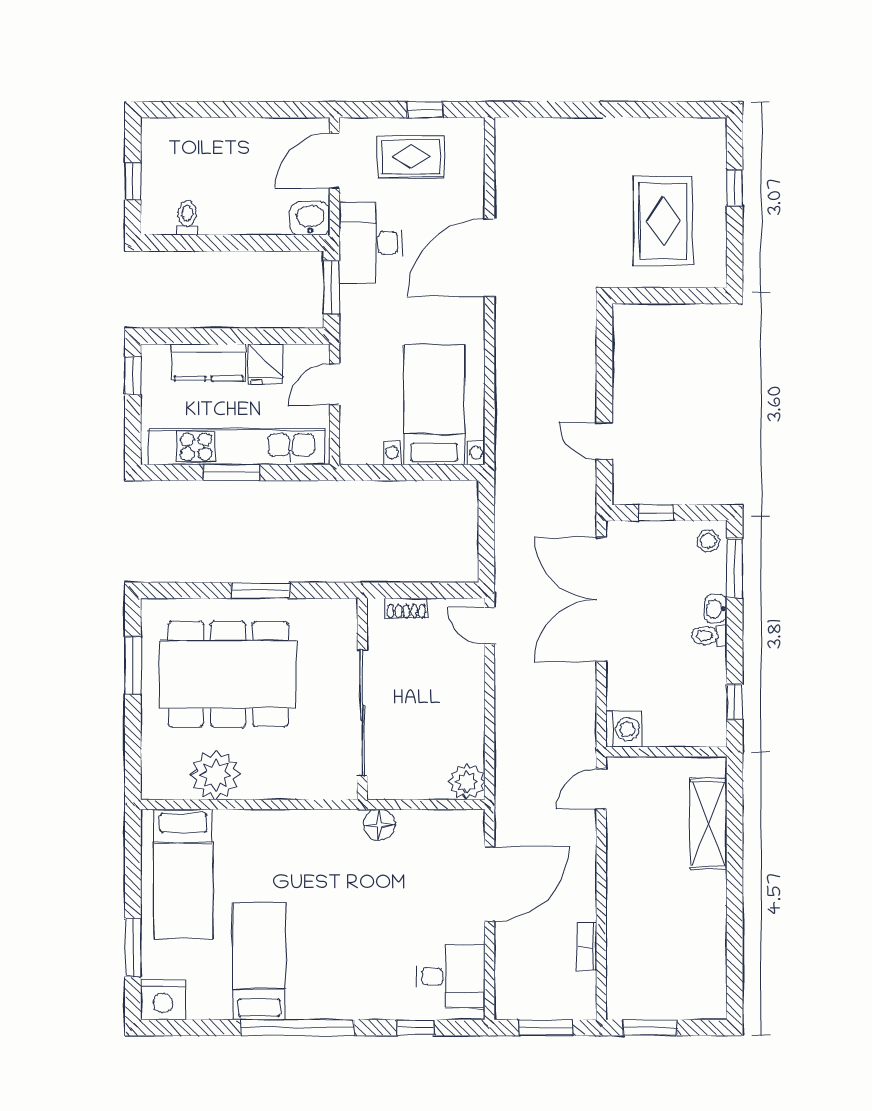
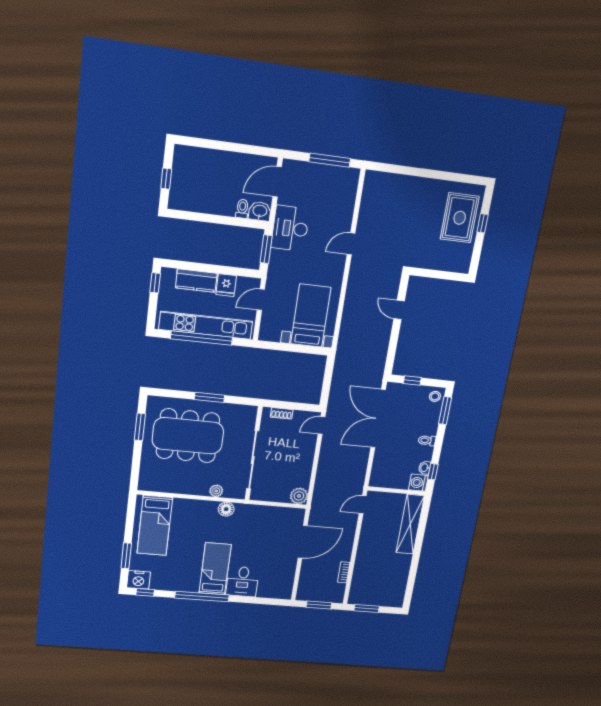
window: (425, 110) -> (330, 160), width x2.17
rug: (411, 157) -> (318, 185), removed
toilet: (187, 218) -> (242, 209), moved
rug: (663, 221) -> (460, 218), moved
door: (490, 258) -> (351, 244), width x0.53
door: (604, 441) -> (399, 310), moved
window: (231, 473) -> (201, 338), width x2.11
washbasin: (716, 609) -> (425, 468), moved
door: (490, 625) -> (321, 425), hinge flipped
washing machine: (624, 729) -> (418, 483), moved, turned 180
plant: (216, 775) -> (216, 491), moved, width x0.53, depth x0.53
shelving: (708, 824) -> (410, 524), width x1.47
floor lamp: (379, 825) -> (226, 509), moved
bed: (259, 961) -> (215, 569), moved
desk: (451, 976) -> (243, 582), moved, turned 90
window: (415, 1028) -> (145, 592), moved

